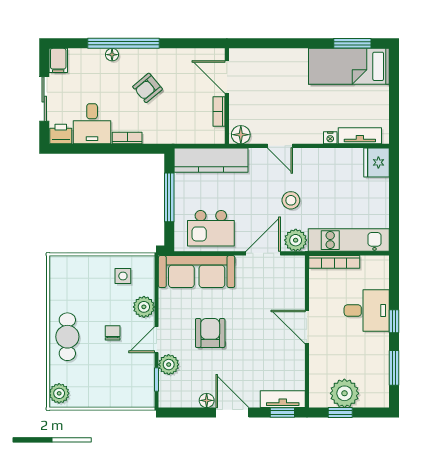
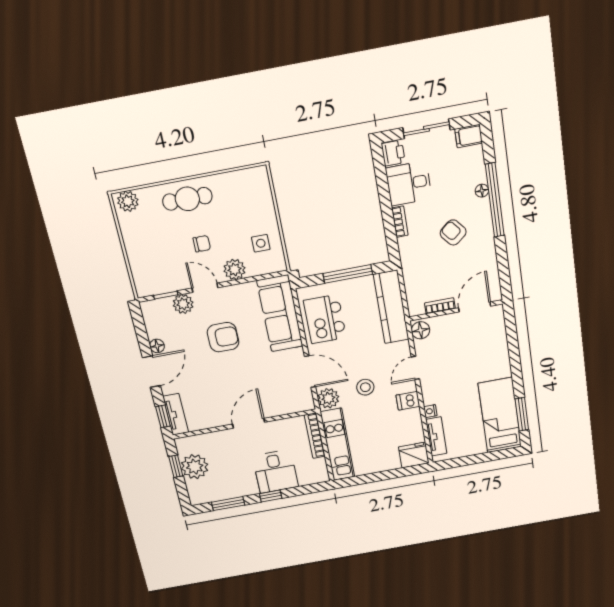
dishwasher: (314, 159) -> (408, 401), added

